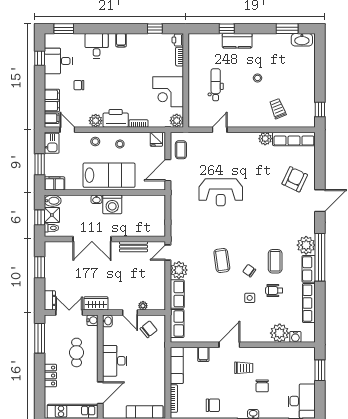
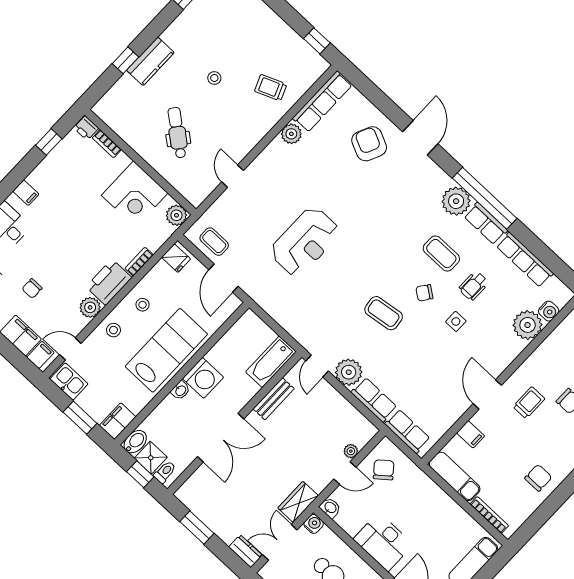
dental chair: (216, 85) -> (177, 133), turned 38
bathtub: (150, 229) -> (271, 362), added

